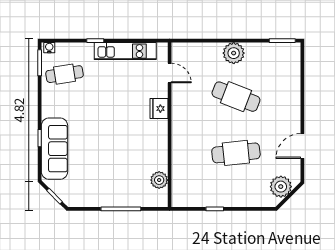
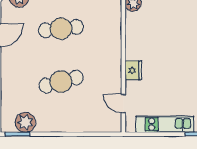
plant: (234, 53) -> (25, 122), moved
cafe table: (236, 97) -> (61, 82), turned -36

